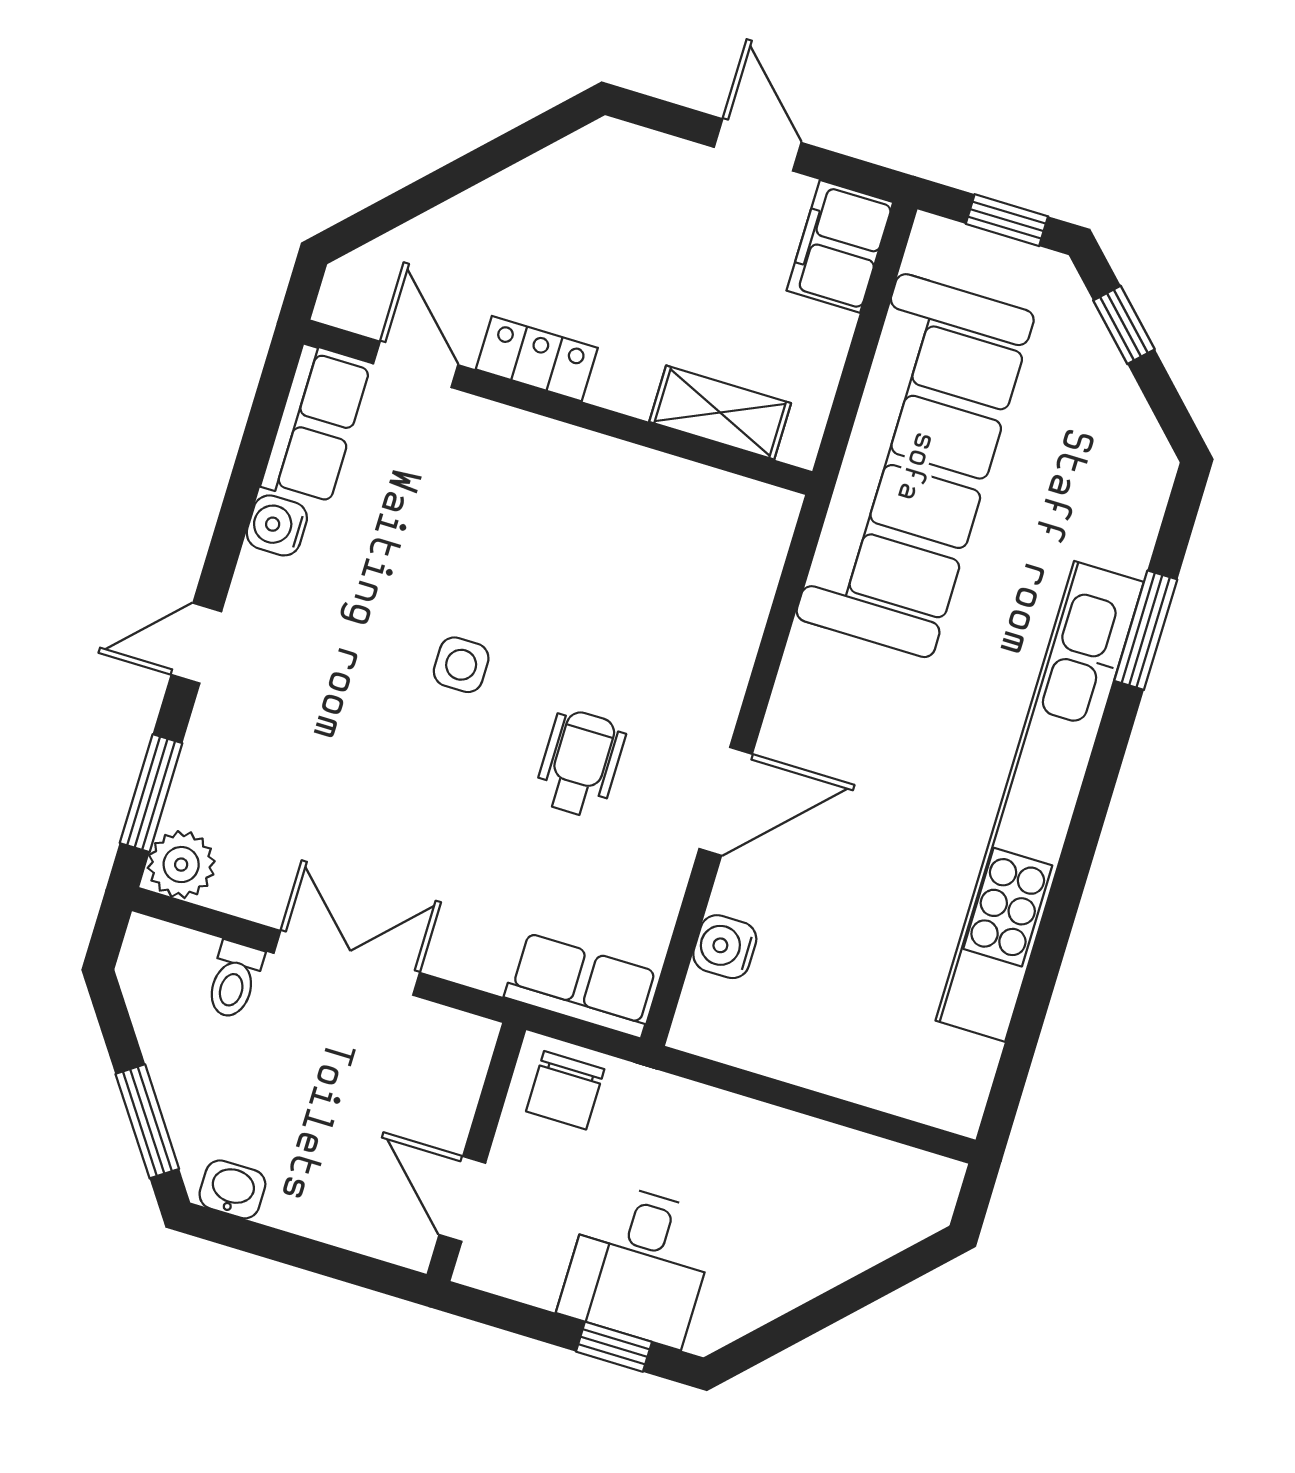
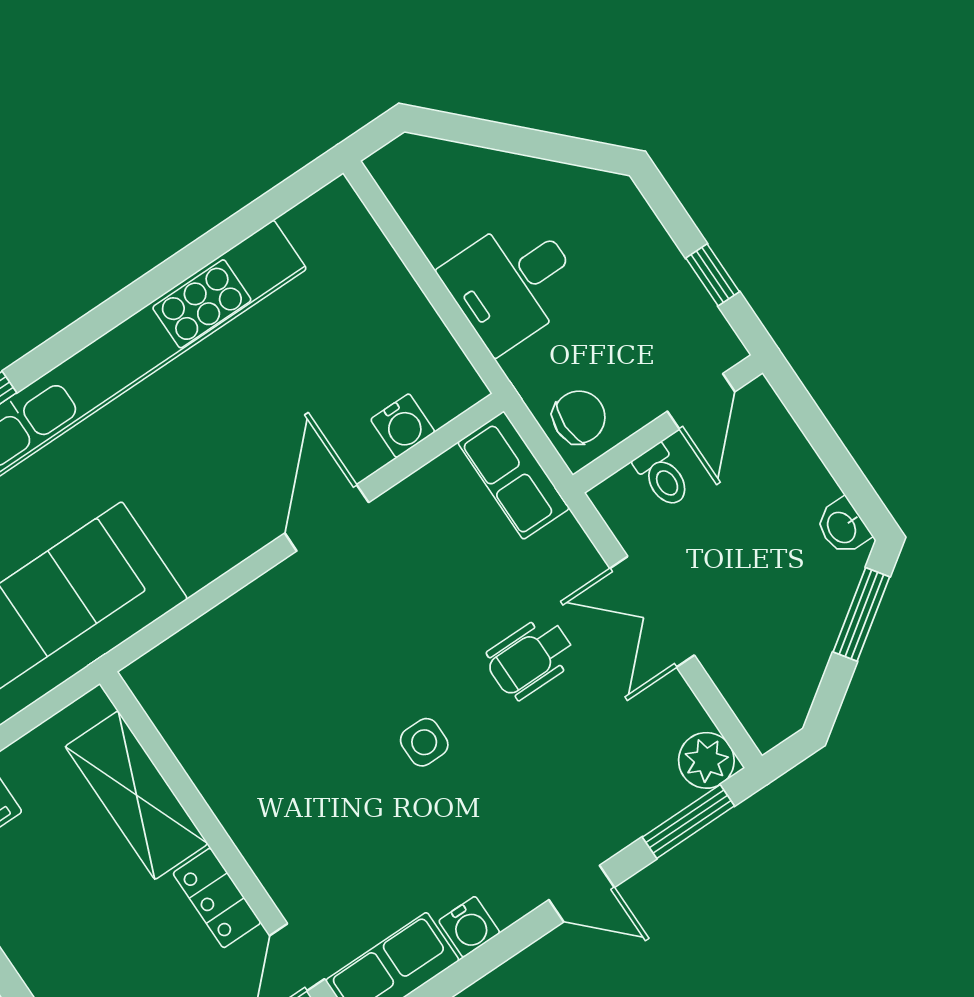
shelving: (720, 412) -> (136, 795), width x1.50, depth x1.33
wheelchair: (580, 763) -> (530, 658), moved
door: (726, 801) -> (327, 518), hinge flipped
toilet: (234, 980) -> (662, 476), moved, turned 90
desk: (639, 1264) -> (512, 283), moved, turned 180
window: (614, 1347) -> (713, 275), moved

